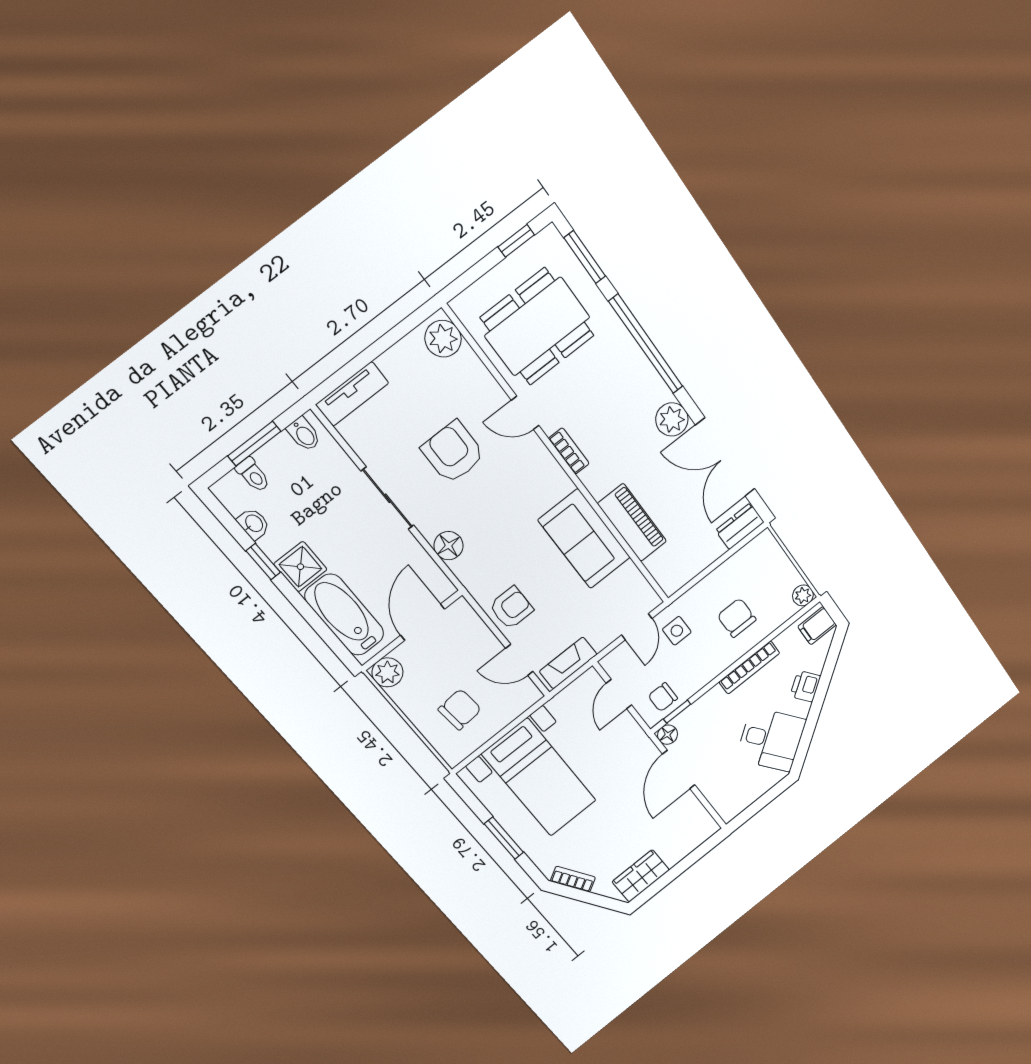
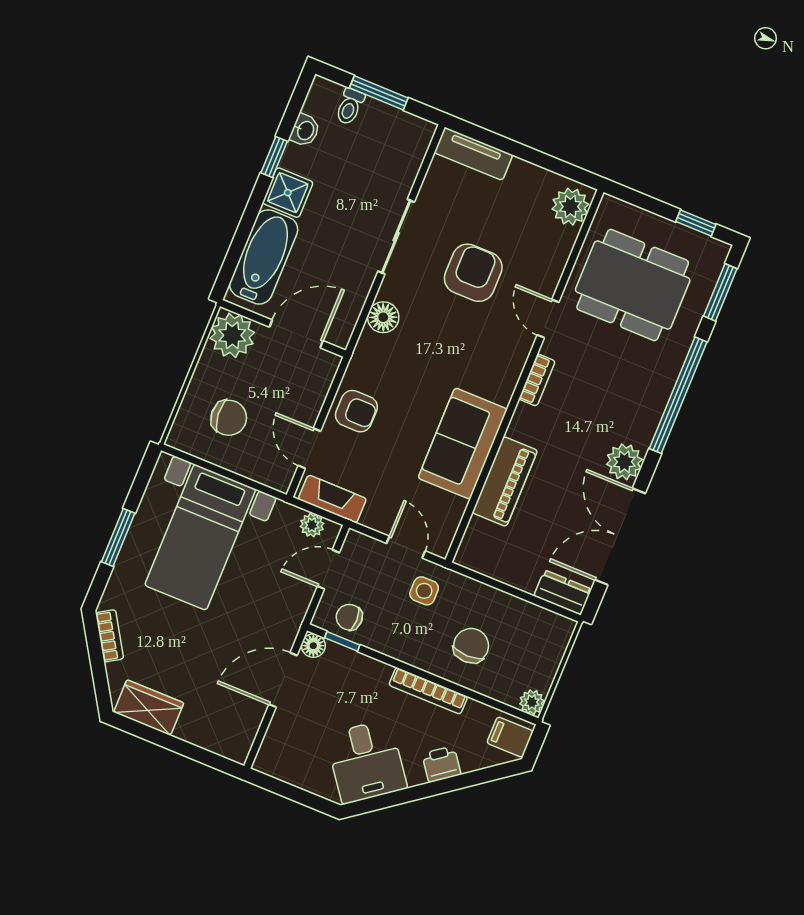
bidet: (304, 434) -> (412, 131), removed
door: (637, 627) -> (406, 547), swing flipped
plant: (387, 672) -> (232, 335), width x1.36, depth x1.36
plant: (579, 689) -> (312, 525), added

